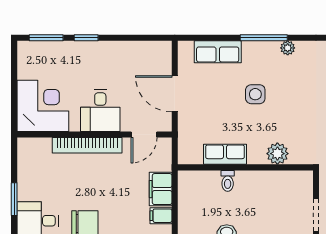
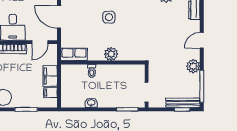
row of seats: (225, 154) -> (74, 54), moved
plant: (277, 154) -> (111, 54), moved

